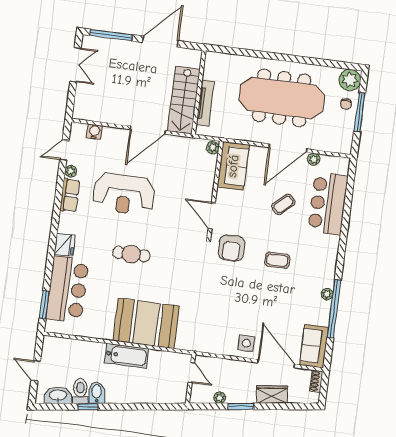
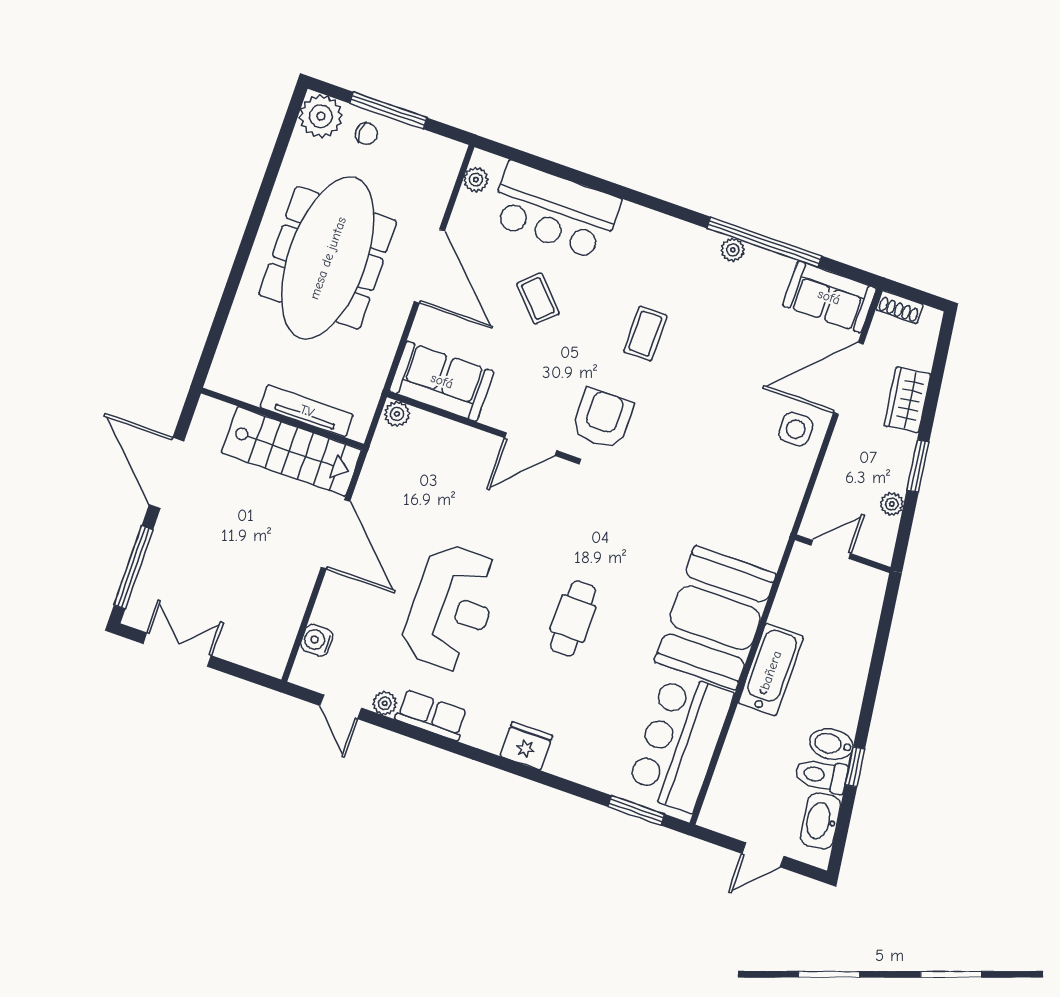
plant: (314, 159) -> (476, 180), moved
armchair: (231, 248) -> (602, 419), turned -90
bar counter: (67, 289) -> (680, 742), moved, turned -90

